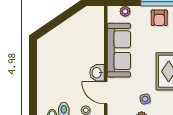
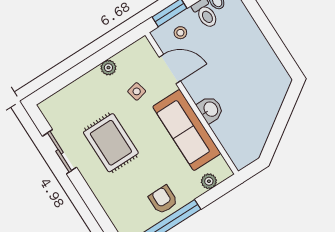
washbasin: (97, 73) -> (210, 109), moved
side table: (145, 99) -> (137, 91), moved

